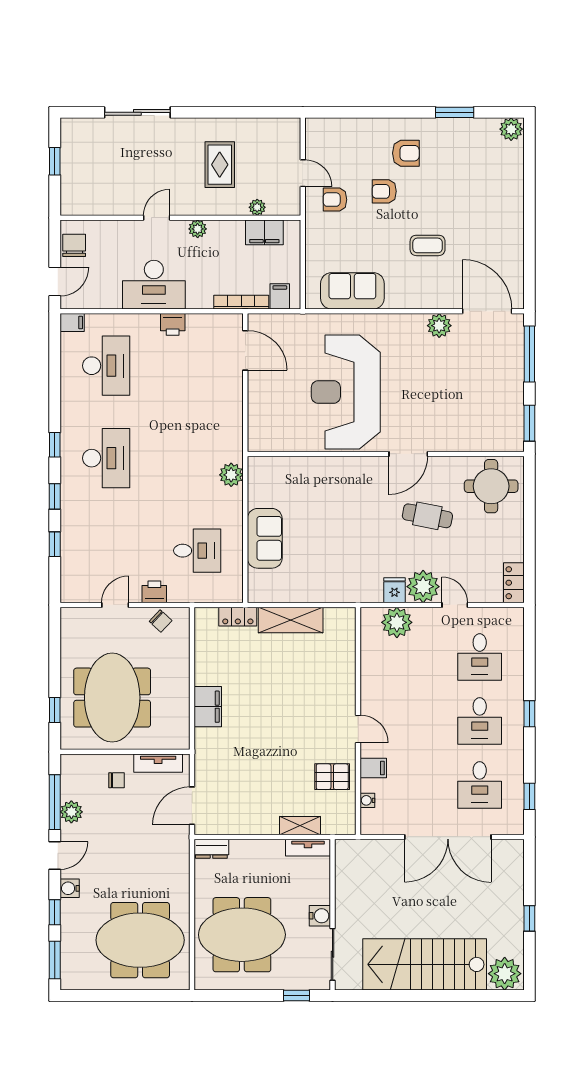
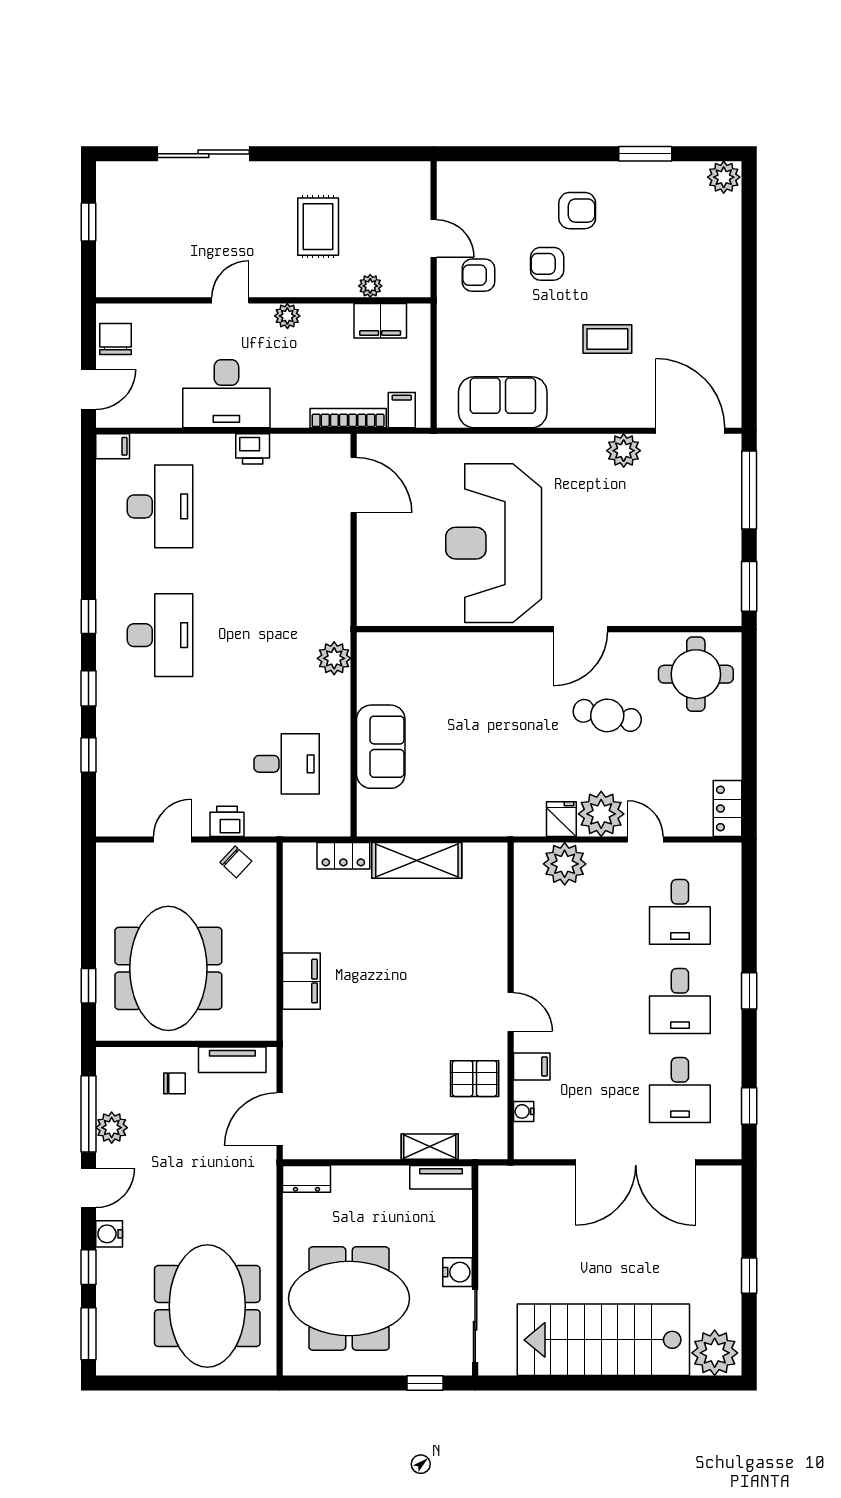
meeting table: (140, 940) -> (207, 1306), turned 90

